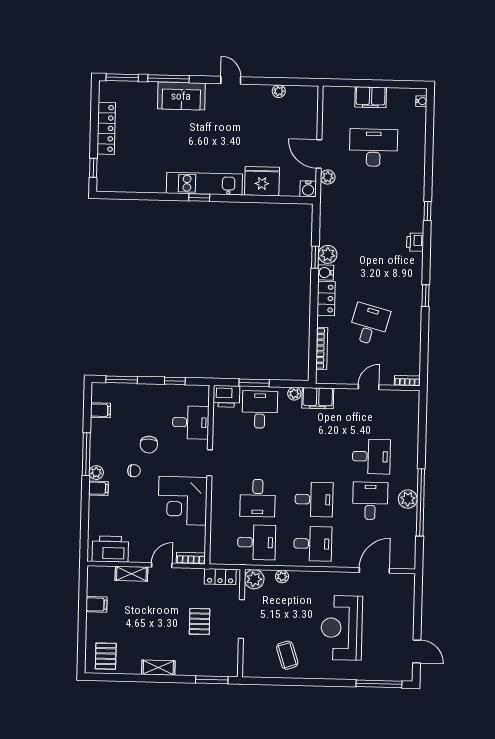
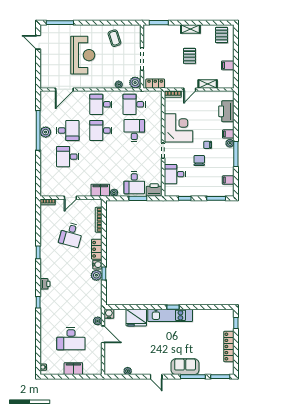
desk: (370, 501) -> (68, 130), turned -90
printer: (110, 549) -> (226, 111), moved, turned 90
pallet: (200, 621) -> (190, 56), moved

